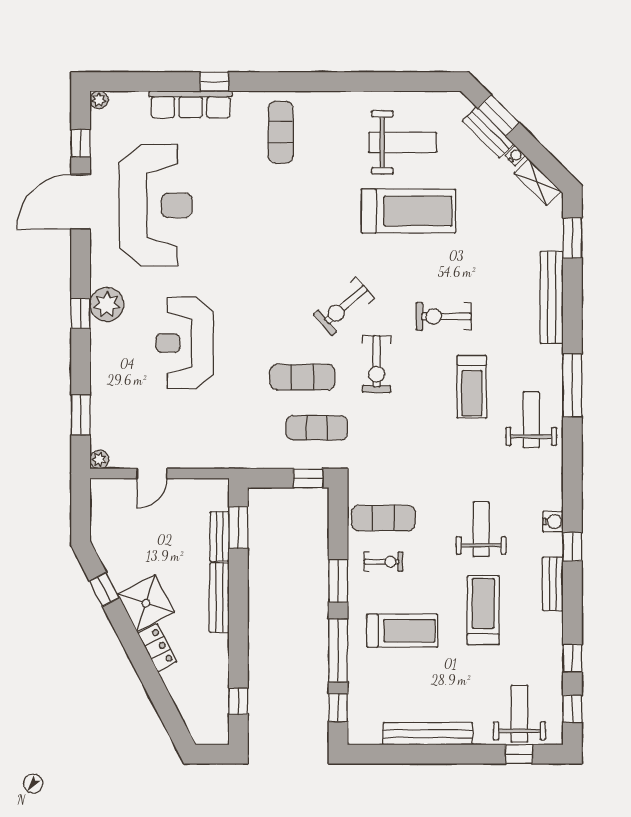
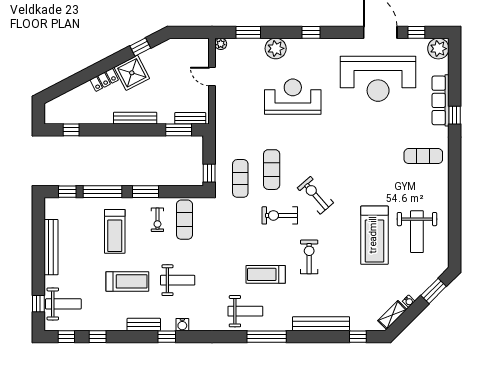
plant: (99, 100) -> (438, 49), width x1.87, depth x1.87
bench: (488, 132) -> (423, 284), removed
window: (572, 238) -> (358, 337), width x0.67
plant: (107, 304) -> (276, 48), moved
bench: (220, 536) -> (190, 118), moved

